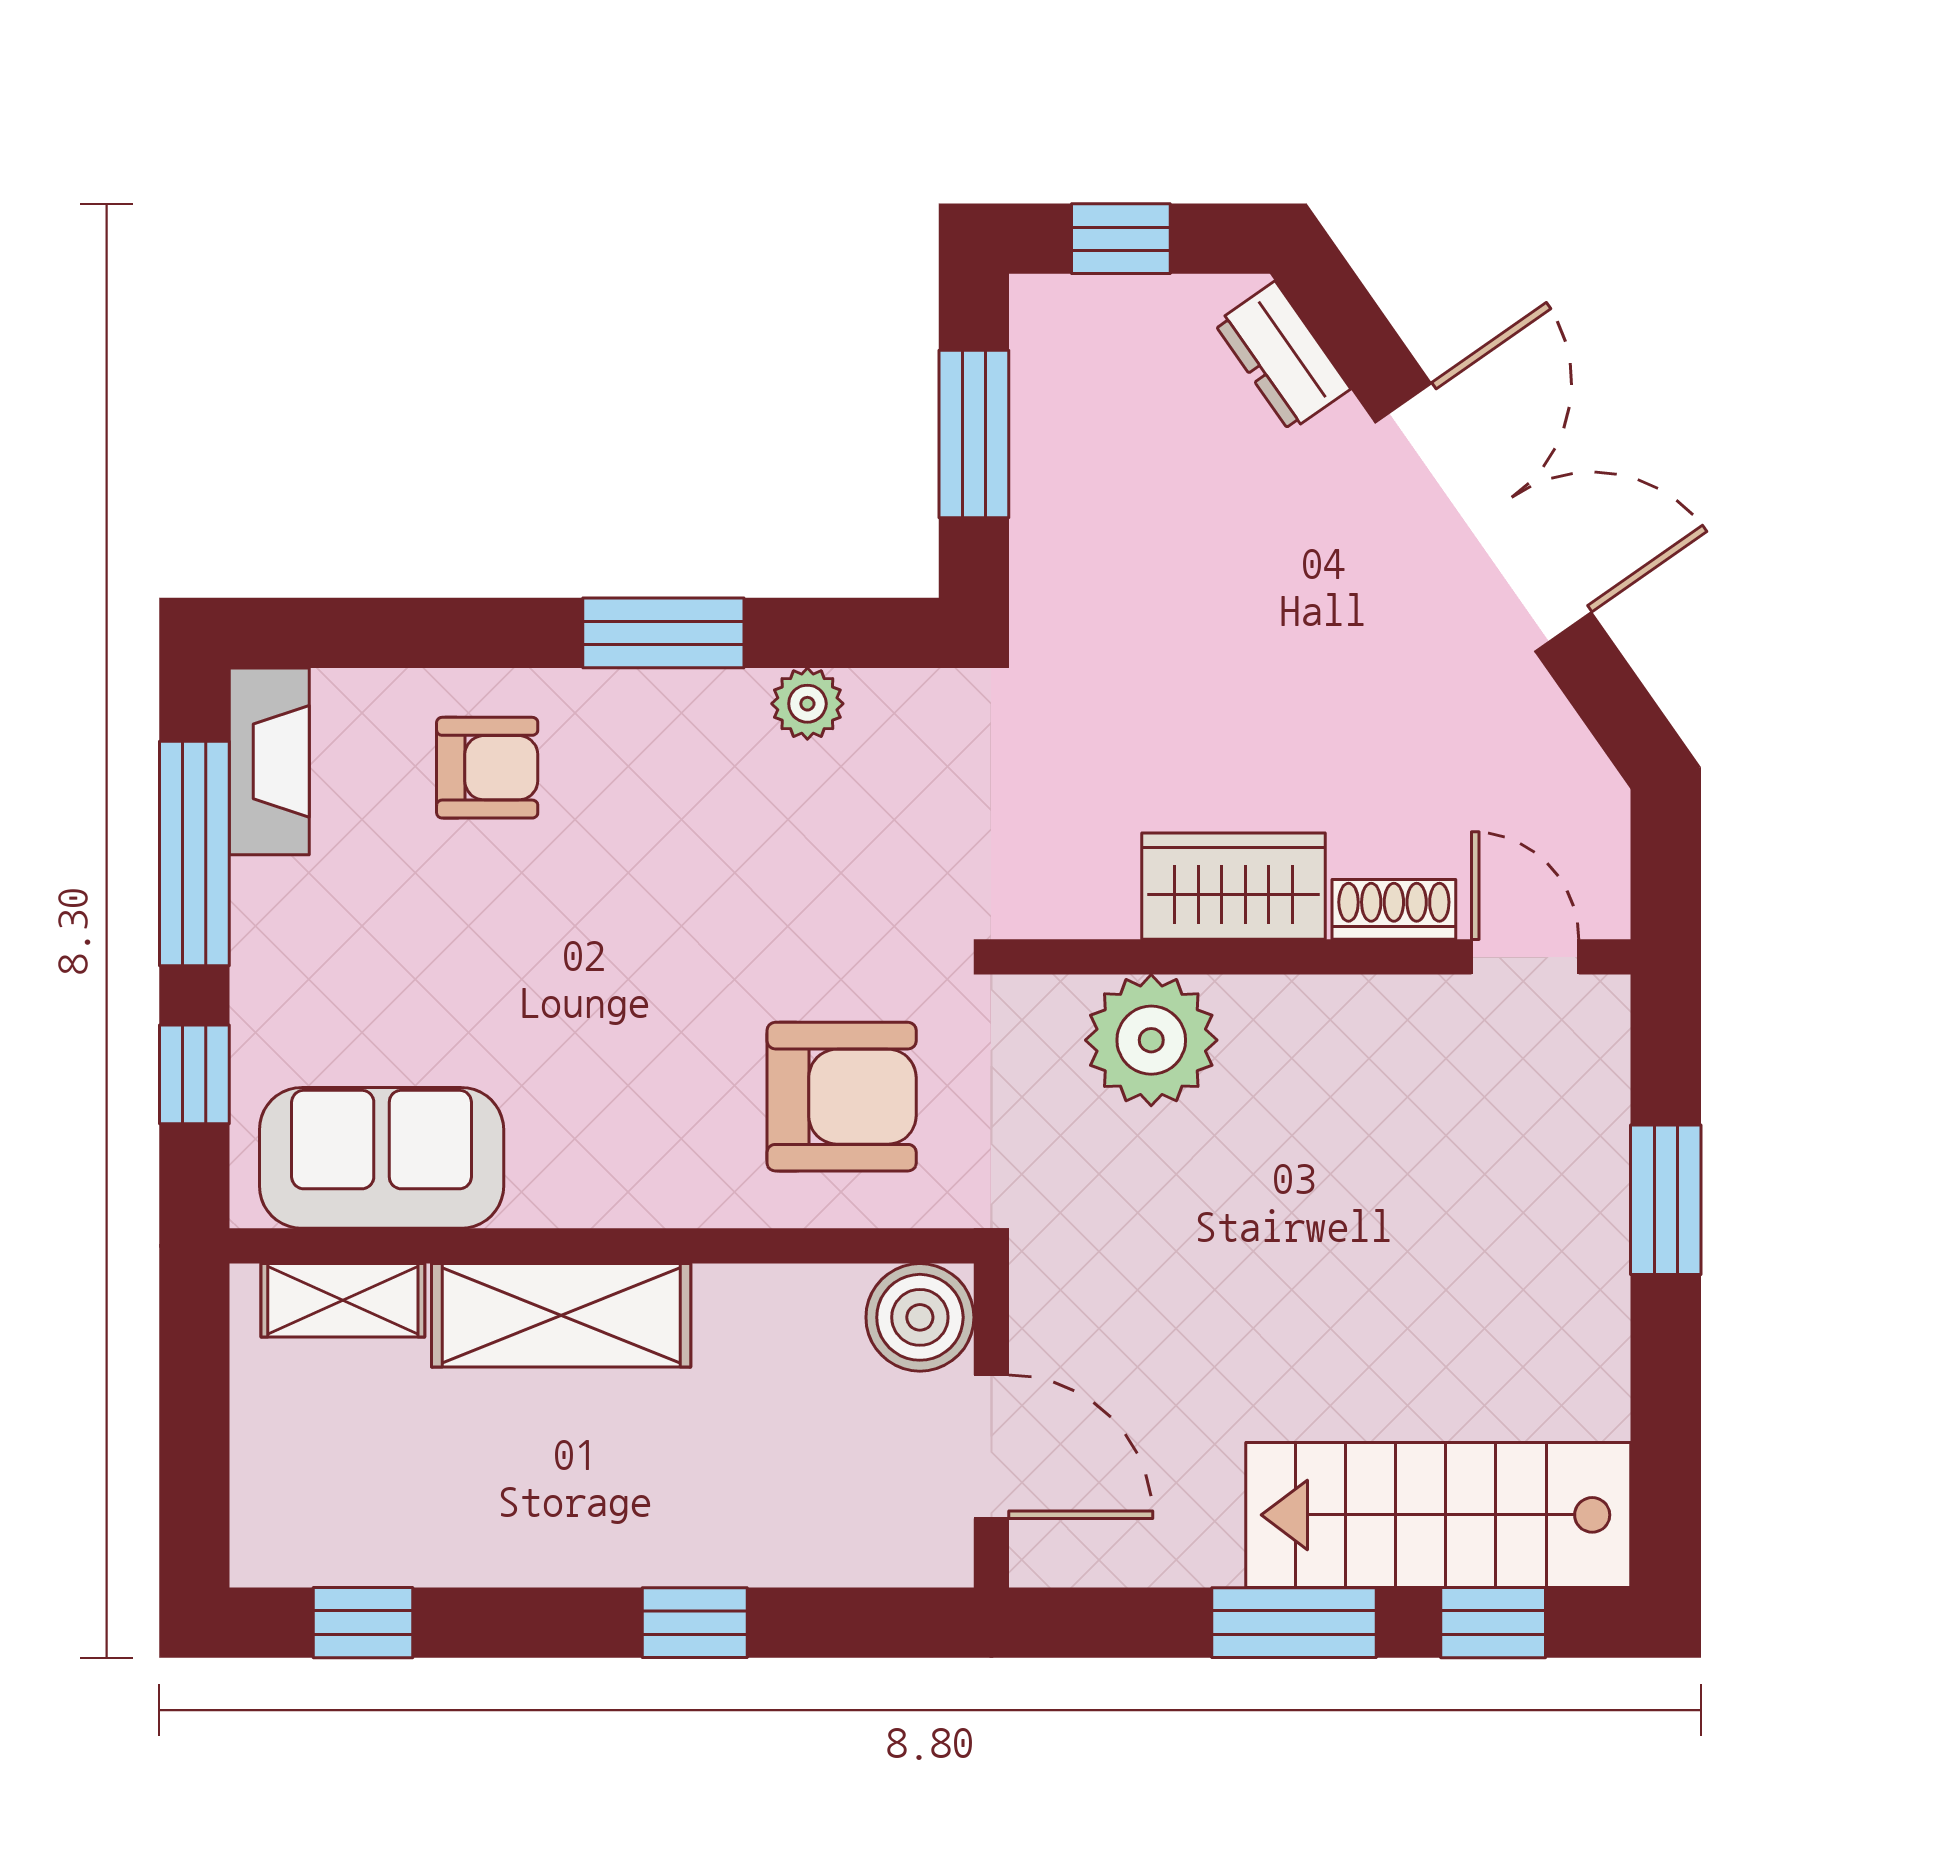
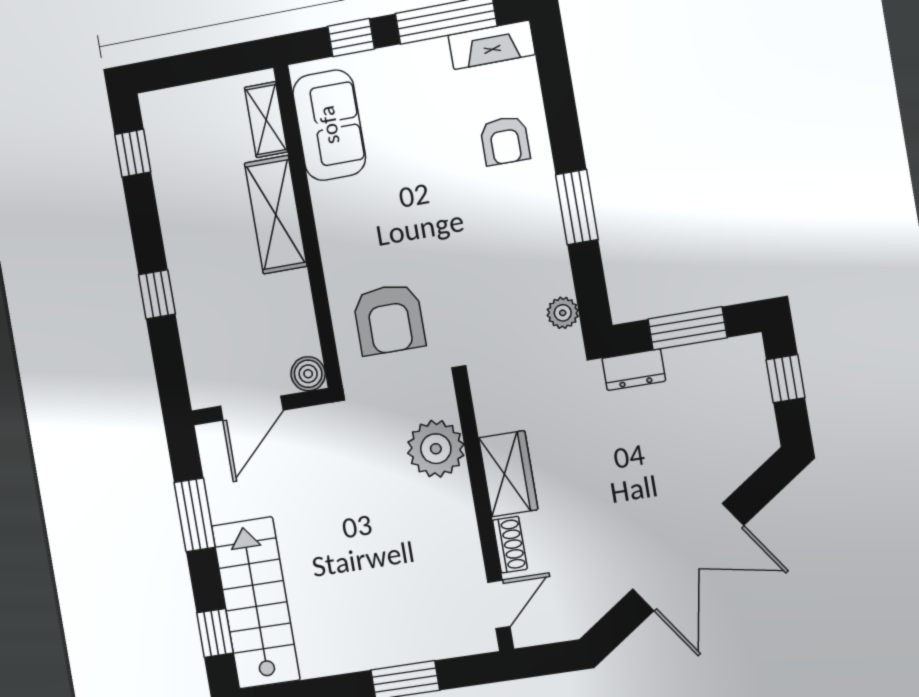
dresser: (1282, 356) -> (634, 370), moved, turned -145
plant: (807, 704) -> (563, 313), moved
boiler: (920, 1317) -> (308, 374), width x0.73, depth x0.73
window: (1294, 1623) -> (195, 515), moved

